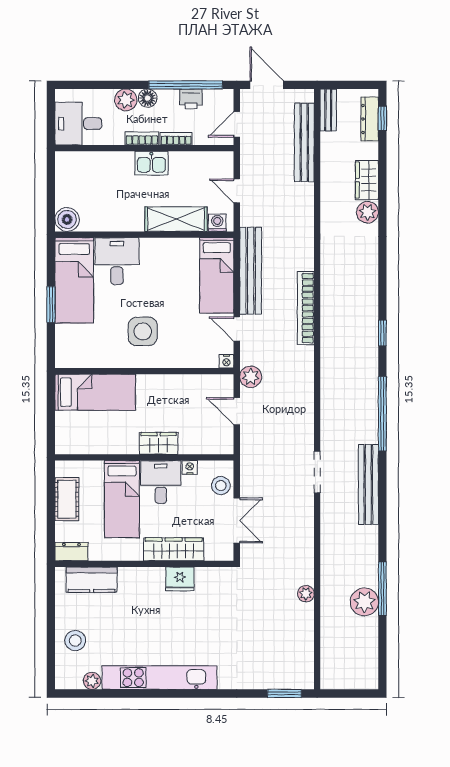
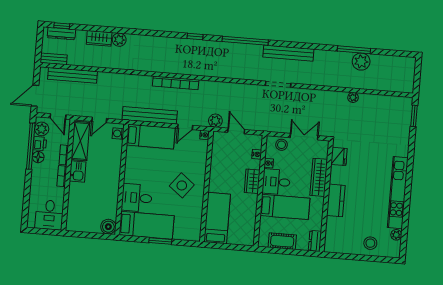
floor lamp: (148, 98) -> (38, 157), moved
plant: (126, 100) -> (42, 129), moved
shelving: (176, 219) -> (80, 141), moved
side table: (143, 331) -> (182, 185), turned 38
door: (237, 411) -> (236, 131), swing flipped
nightstand: (202, 447) -> (257, 154), added
fridge: (180, 579) -> (339, 156), moved
kitchen counter: (92, 580) -> (336, 200), moved

